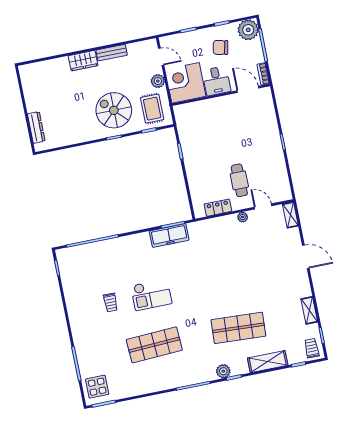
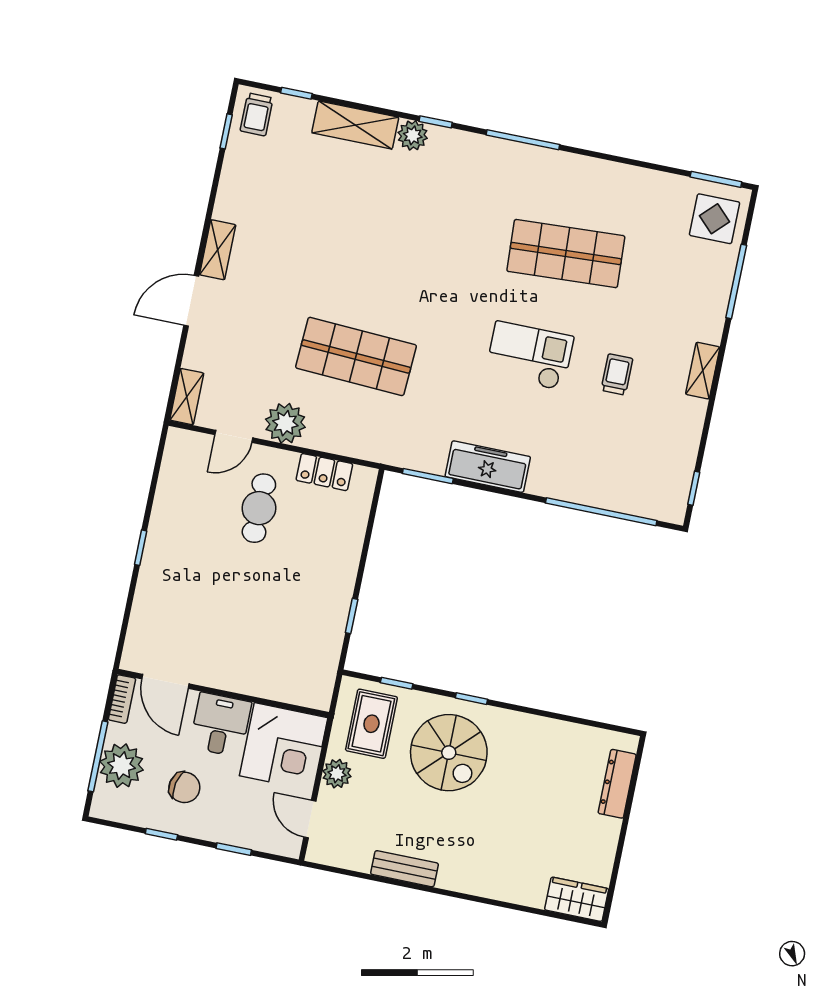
plant: (248, 30) -> (122, 766), moved
wardrobe: (83, 61) -> (577, 899), moved
door: (263, 206) -> (234, 436), hinge flipped
plant: (243, 217) -> (285, 423), width x1.88, depth x1.88
freezer: (169, 236) -> (488, 467), moved
door: (306, 257) -> (191, 301), hinge flipped
shelving: (309, 310) -> (218, 250), moved
shelving: (75, 320) -> (703, 371), added
shop shelf: (238, 328) -> (356, 356), moved
plant: (223, 371) -> (413, 135), moved

